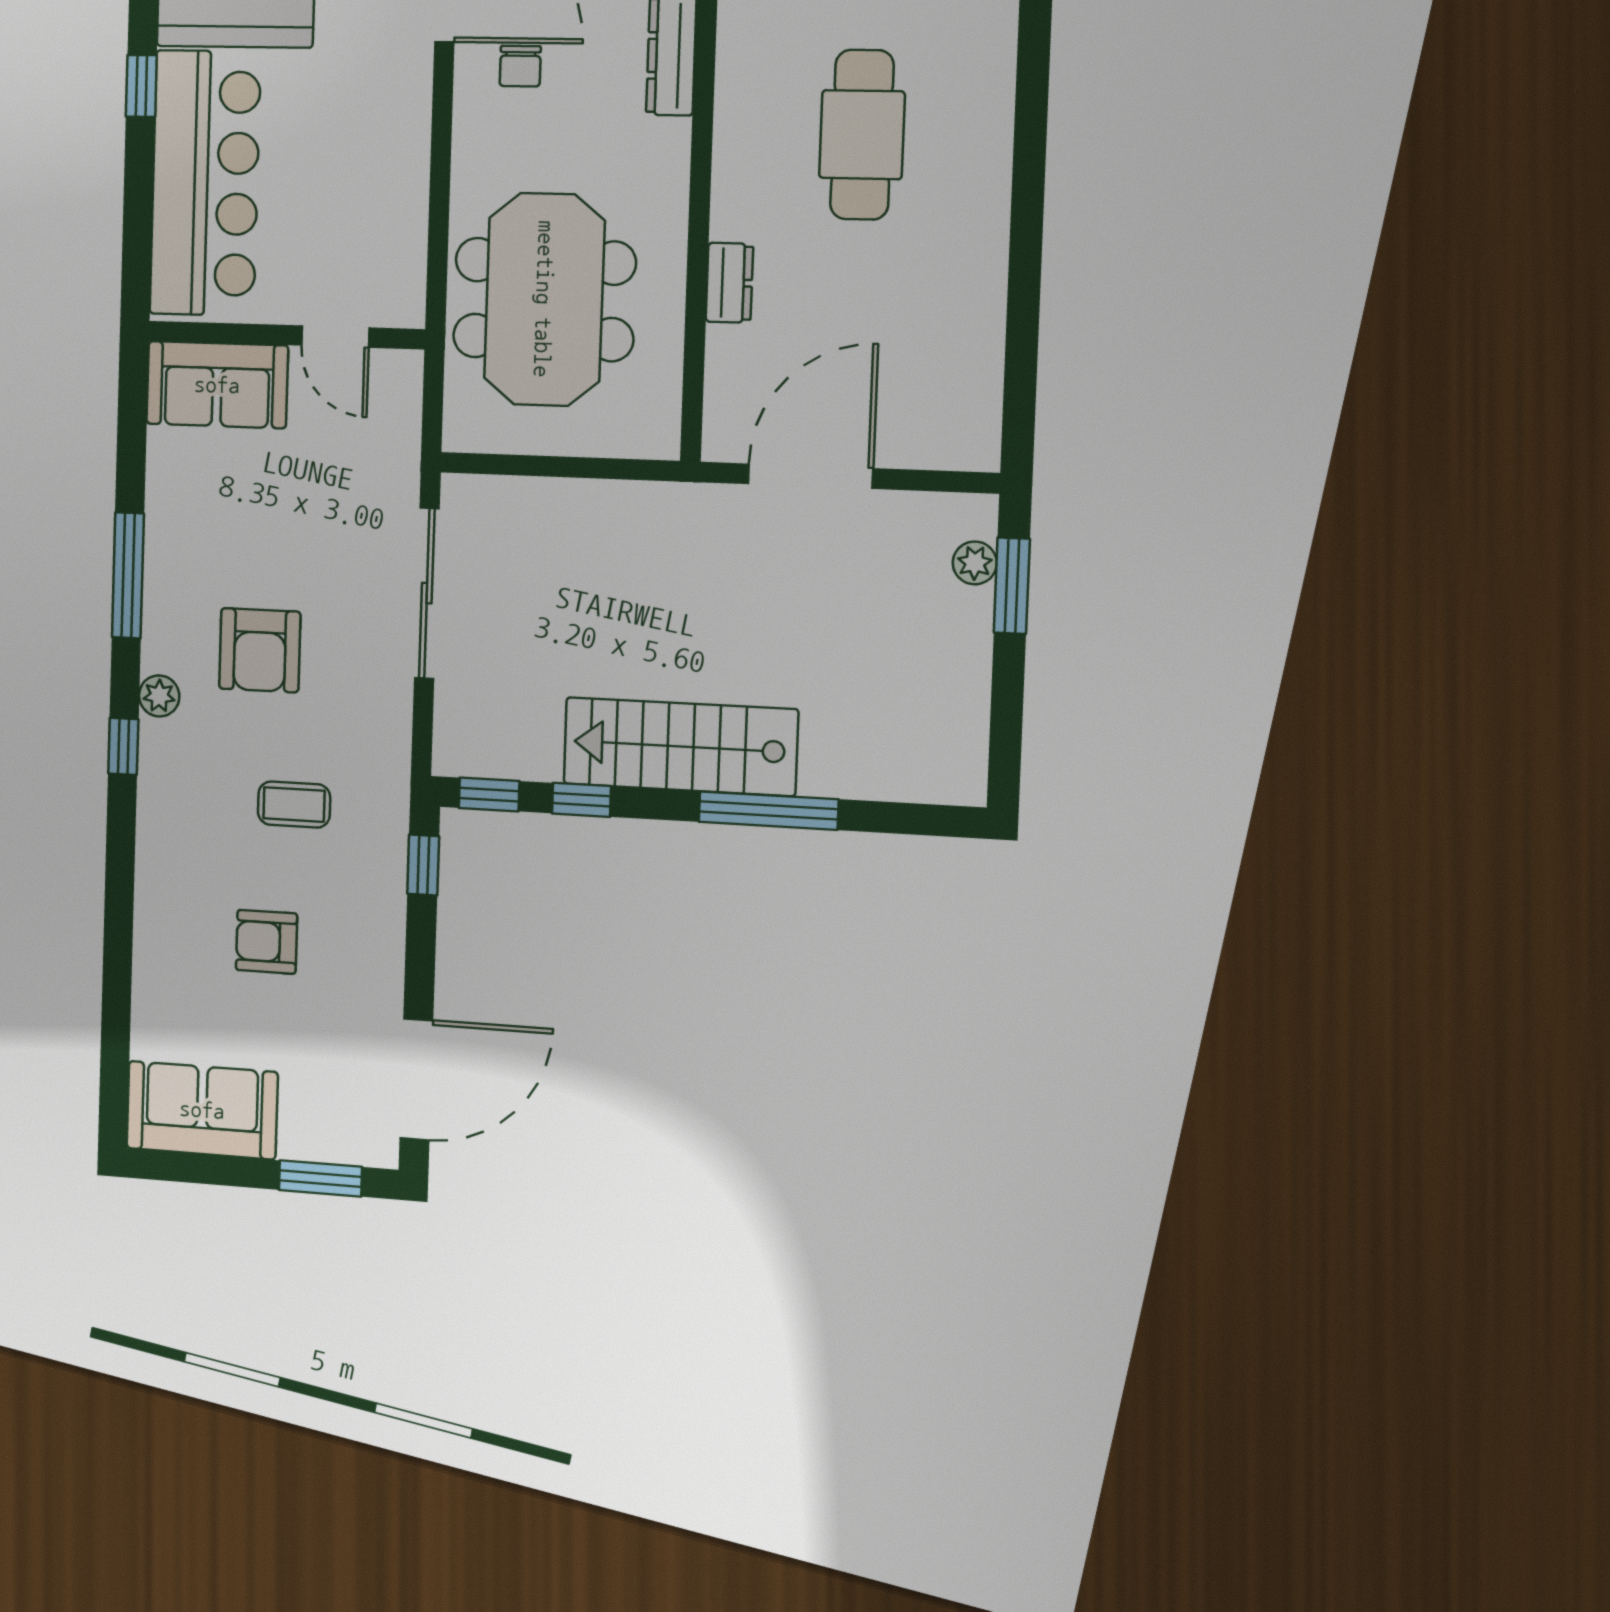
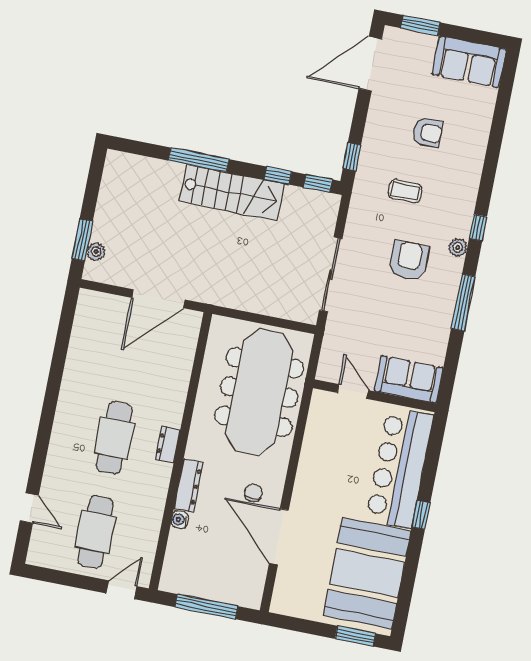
dresser: (729, 283) -> (168, 445), moved
meeting table: (544, 299) -> (259, 392), width x1.36

